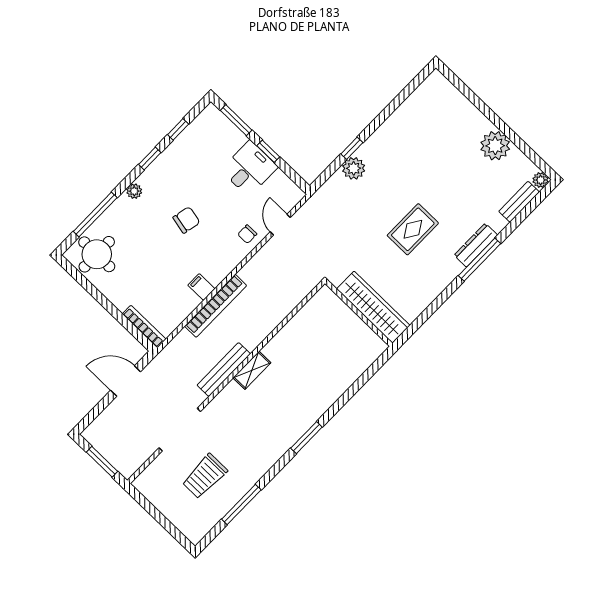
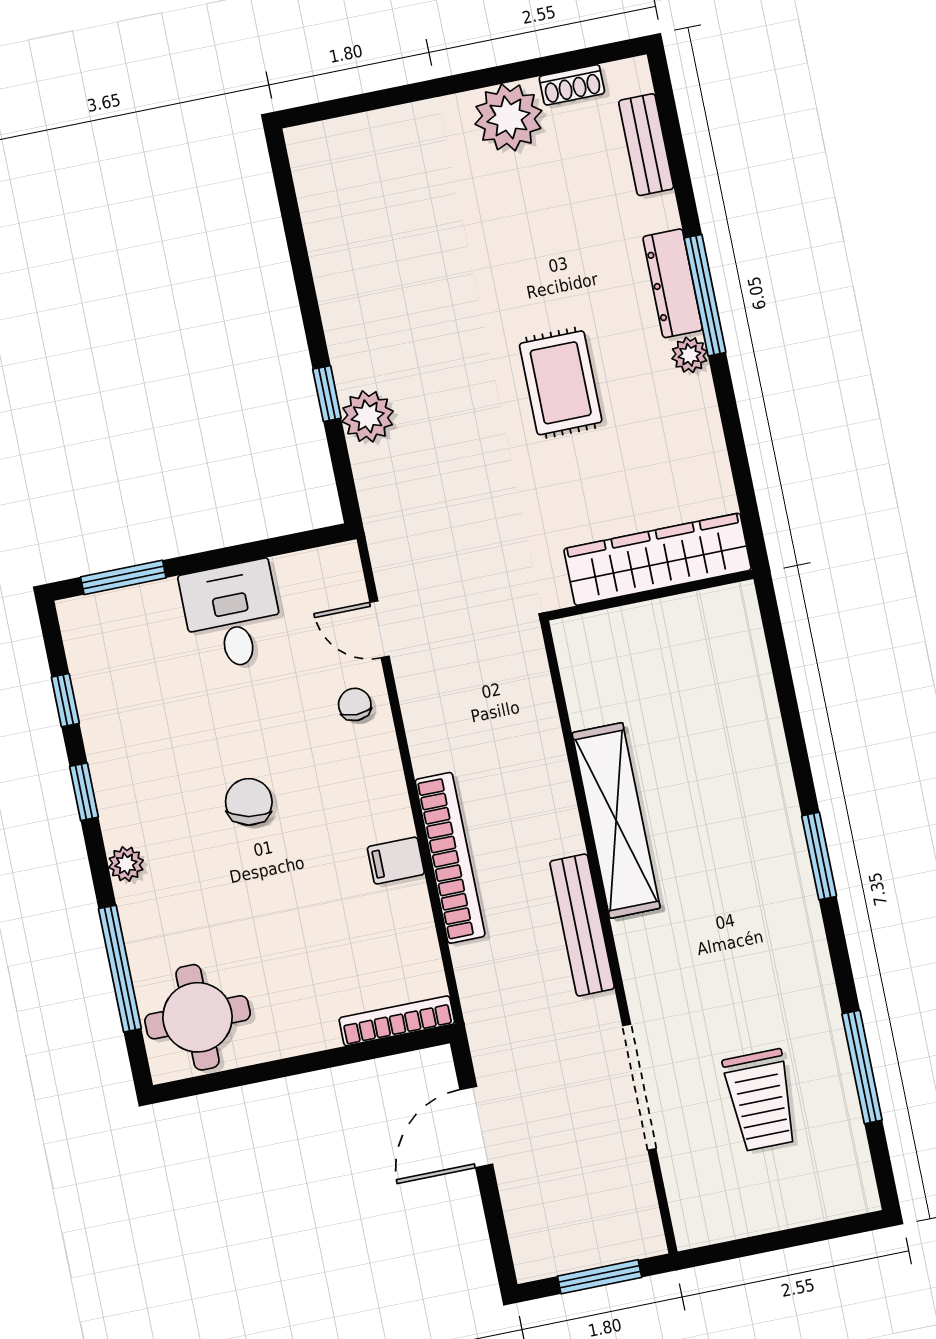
window: (268, 151) -> (224, 557), removed
shoe rack: (522, 160) -> (572, 85), added
plant: (541, 180) -> (690, 355), moved
chair: (247, 234) -> (355, 704), turned 180
shelving: (252, 370) -> (616, 820), width x2.20, depth x1.33

